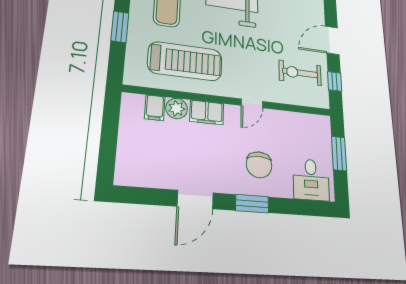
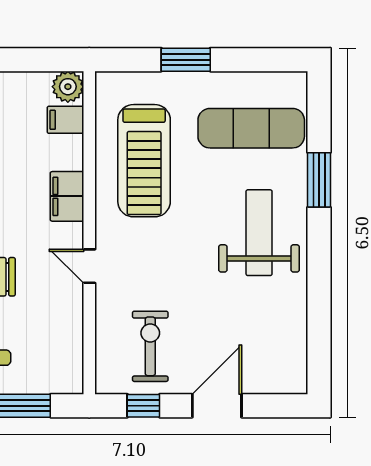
door: (332, 40) -> (217, 406), hinge flipped
plant: (177, 108) -> (68, 87), moved

